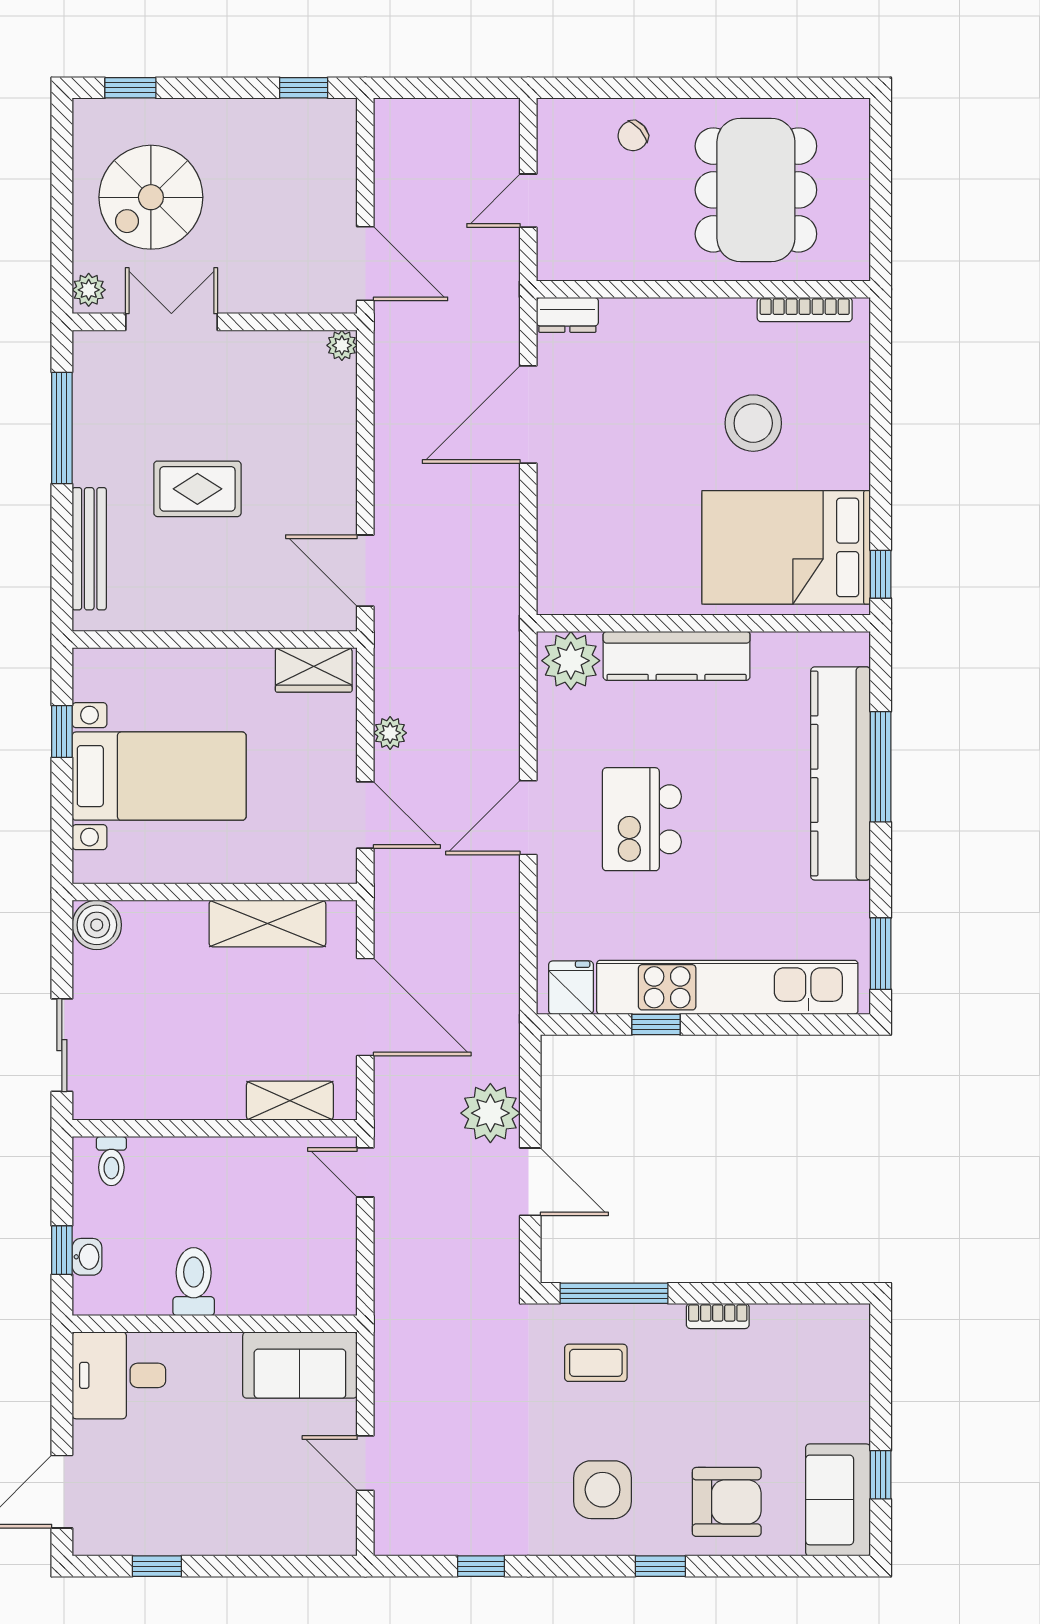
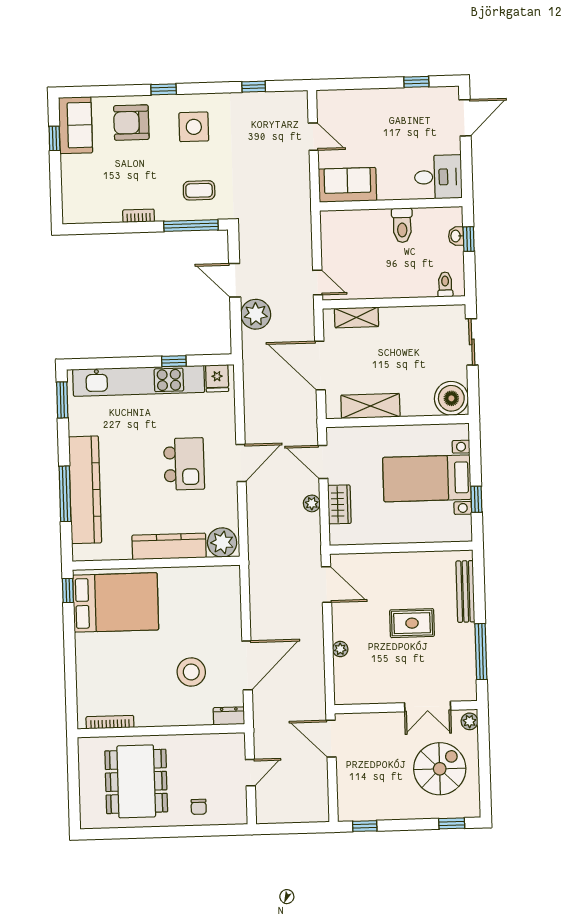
chair: (633, 136) -> (199, 807), turned 131
plant: (342, 345) -> (340, 649), moved
stool: (753, 423) -> (191, 672), moved
wardrobe: (314, 670) -> (339, 504), moved, turned 90
boiler: (97, 925) -> (451, 398), width x1.37, depth x1.37

